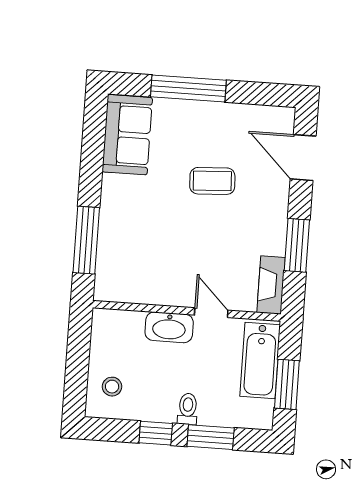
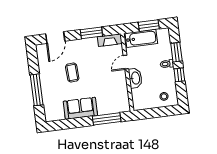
sofa: (127, 135) -> (80, 108), moved

